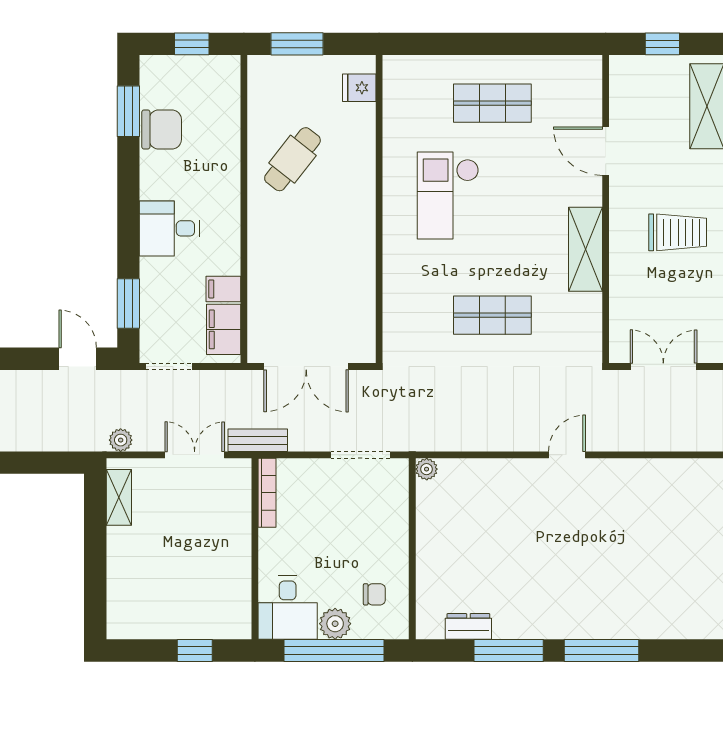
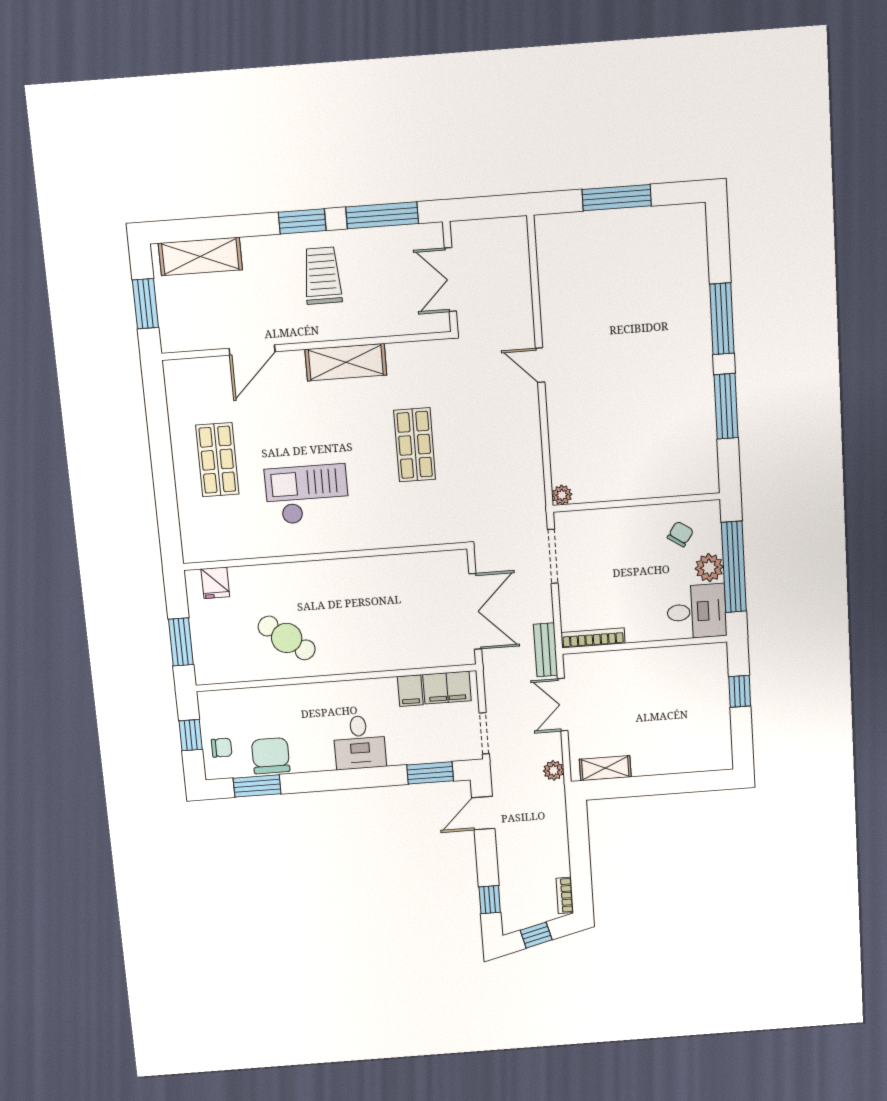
window: (662, 44) -> (146, 304), width x1.50
chair: (175, 76) -> (222, 748), added
checkout: (448, 195) -> (307, 494), turned 180
chair: (374, 594) -> (680, 534), turned 34
dresser: (468, 626) -> (706, 445), removed

